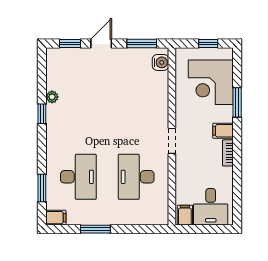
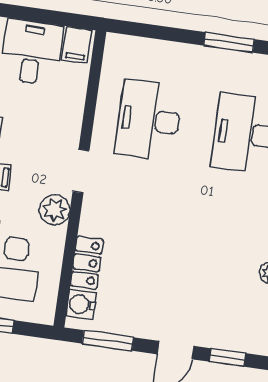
locker: (161, 88) -> (87, 263), added
plant: (184, 116) -> (55, 210), added
desk: (136, 177) -> (149, 120), turned 180

